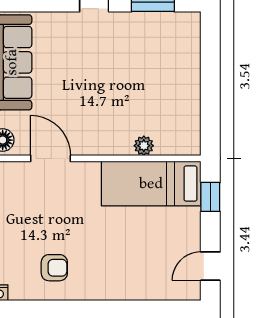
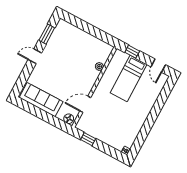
bed: (151, 184) -> (129, 79), moved
armchair: (54, 268) -> (127, 125), removed

